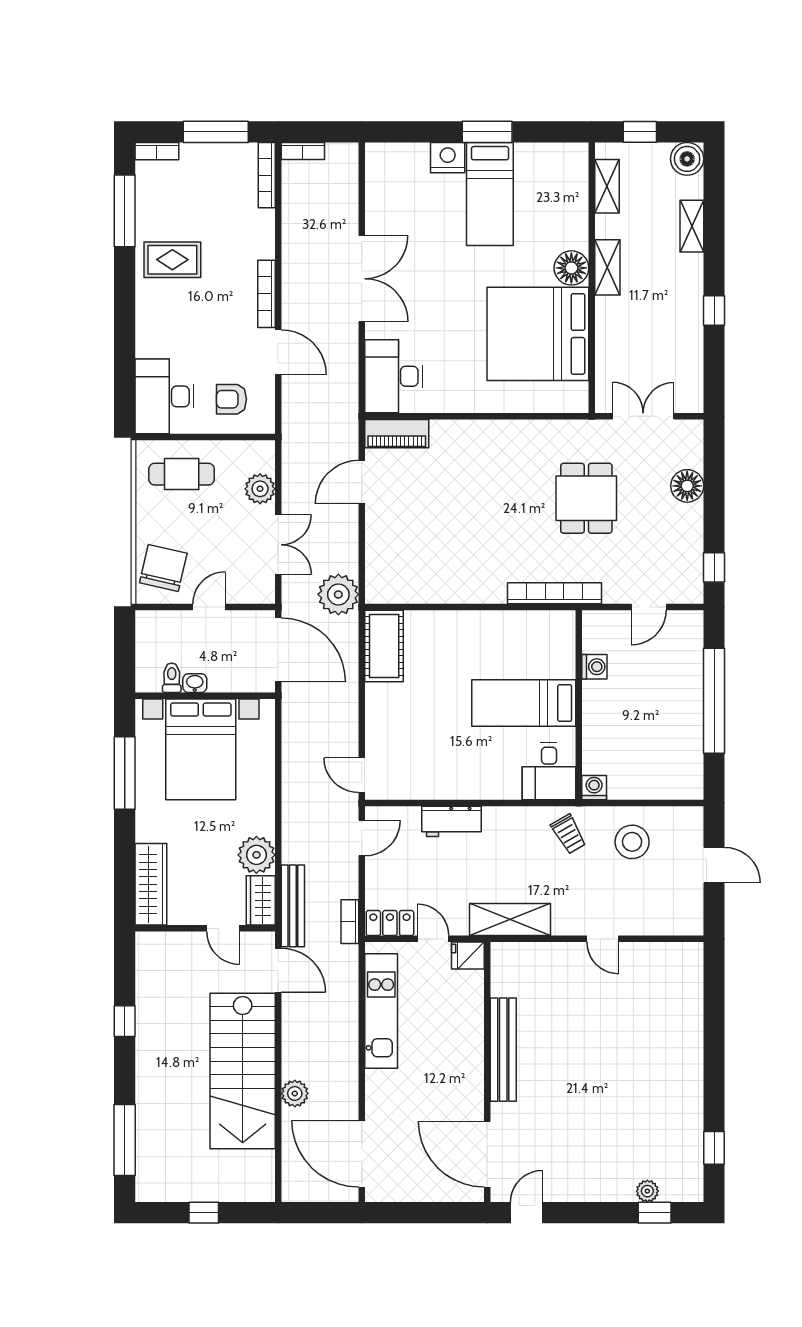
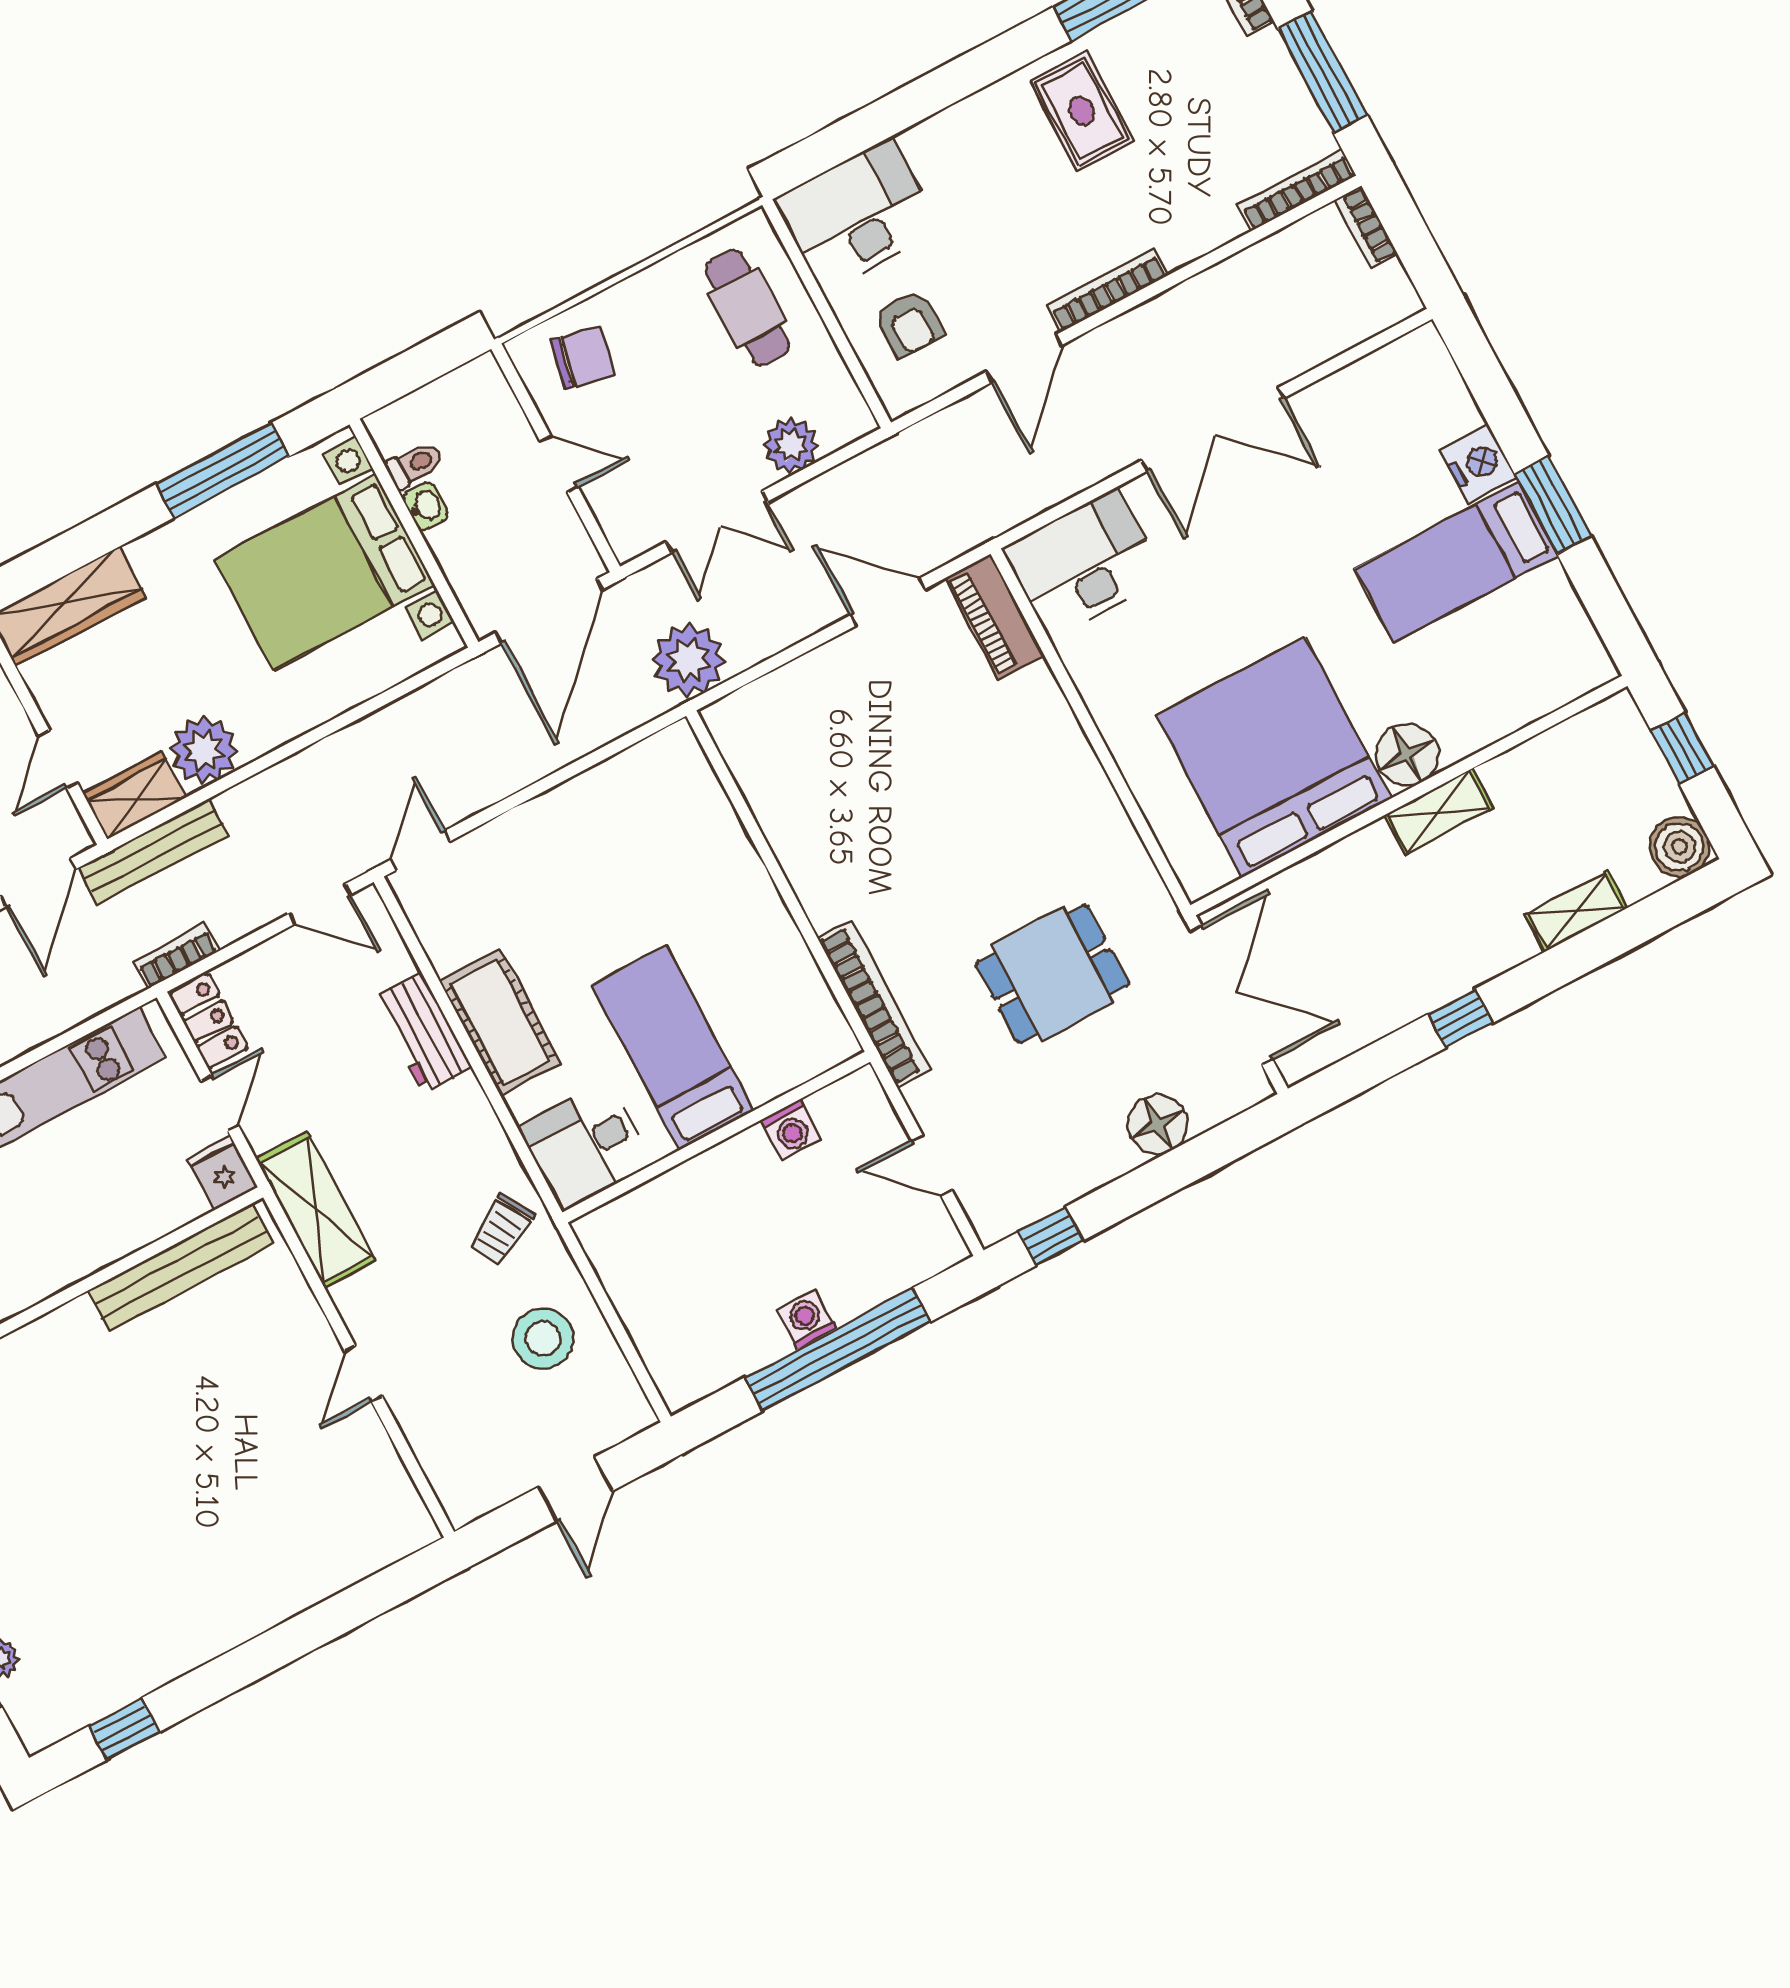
shelving: (607, 186) -> (1568, 742), removed
armchair: (231, 399) -> (909, 324), turned 180
double door: (643, 416) -> (1232, 995), width x1.37
chair: (163, 568) -> (582, 358), width x0.73, depth x0.73
cot: (384, 646) -> (500, 1022), moved, turned 90
washing machine: (594, 788) -> (807, 1320), moved, turned -90
bench: (503, 1050) -> (181, 1267), moved

